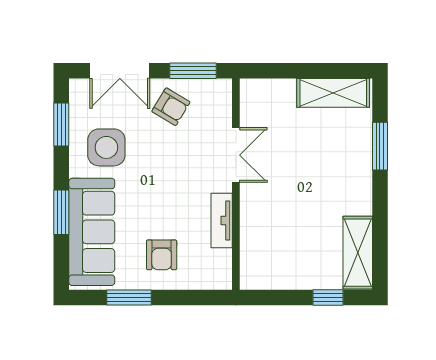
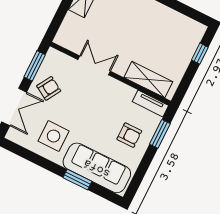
window: (61, 125) -> (28, 155), removed
tv unit: (222, 220) -> (150, 104), moved
shelving: (358, 253) -> (148, 80), moved
window: (129, 298) -> (160, 134), moved

